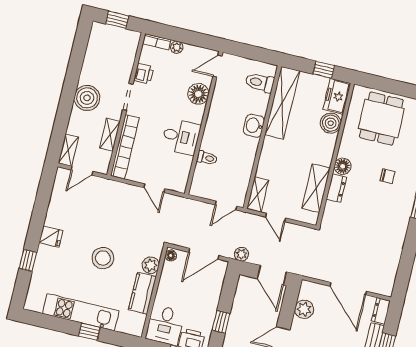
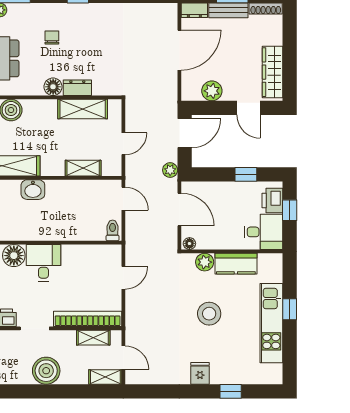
shelving: (110, 135) -> (93, 338), moved
desk: (181, 137) -> (43, 263), moved
toilet: (207, 158) -> (113, 230), moved
shelving: (258, 195) -> (83, 168), moved

